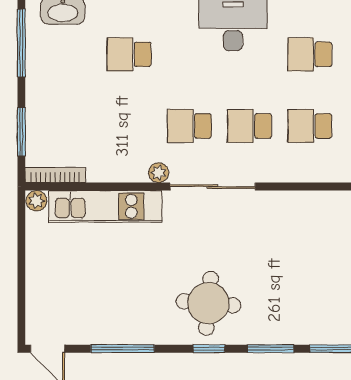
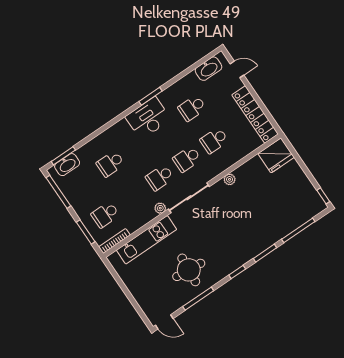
school desk: (69, 126) -> (105, 215), added
plant: (36, 201) -> (230, 179), moved
round table: (208, 303) -> (189, 270), moved

